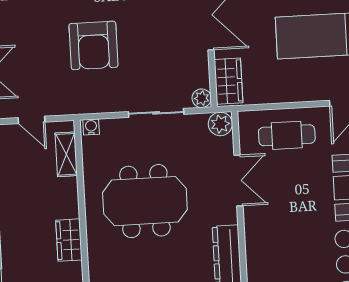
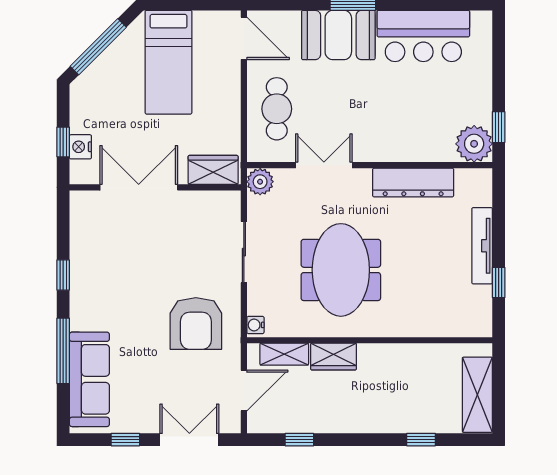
armchair: (93, 45) -> (196, 324), moved, turned 90
plant: (202, 98) -> (230, 201), removed
door: (31, 120) -> (244, 390), width x1.38
wardrobe: (69, 240) -> (334, 357), moved

